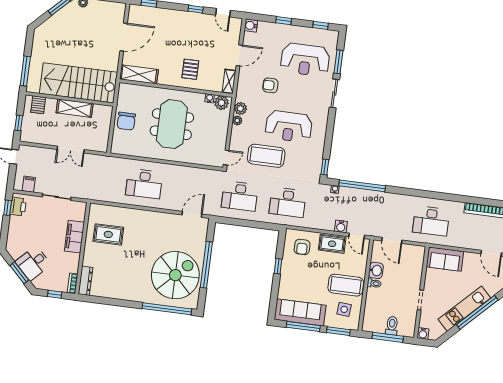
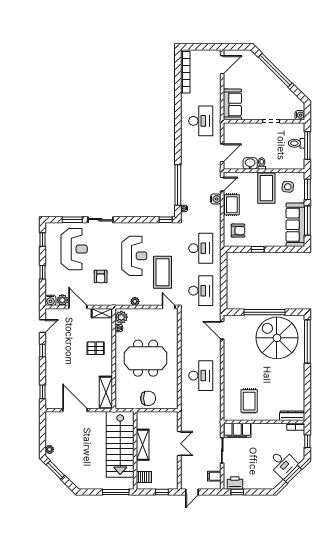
plant: (240, 108) -> (62, 300), moved
filing cabinet: (74, 237) -> (237, 430), moved
kitchen unit: (464, 309) -> (273, 82), removed

